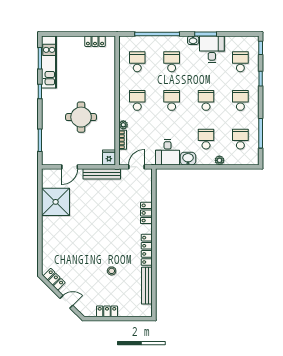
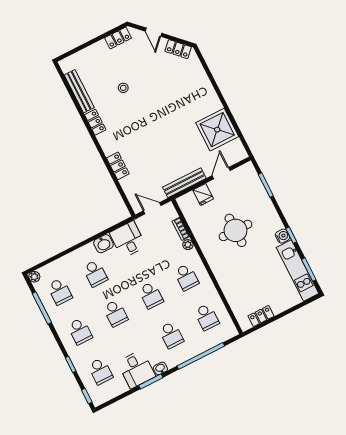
water cooler: (47, 94) -> (282, 236), added
fridge: (109, 157) -> (203, 194), moved
plant: (219, 160) -> (34, 277), moved
door: (136, 167) -> (152, 208), swing flipped
locker: (147, 250) -> (95, 122), width x0.66
door: (66, 302) -> (153, 32), hinge flipped
locker: (107, 311) -> (118, 38), moved

